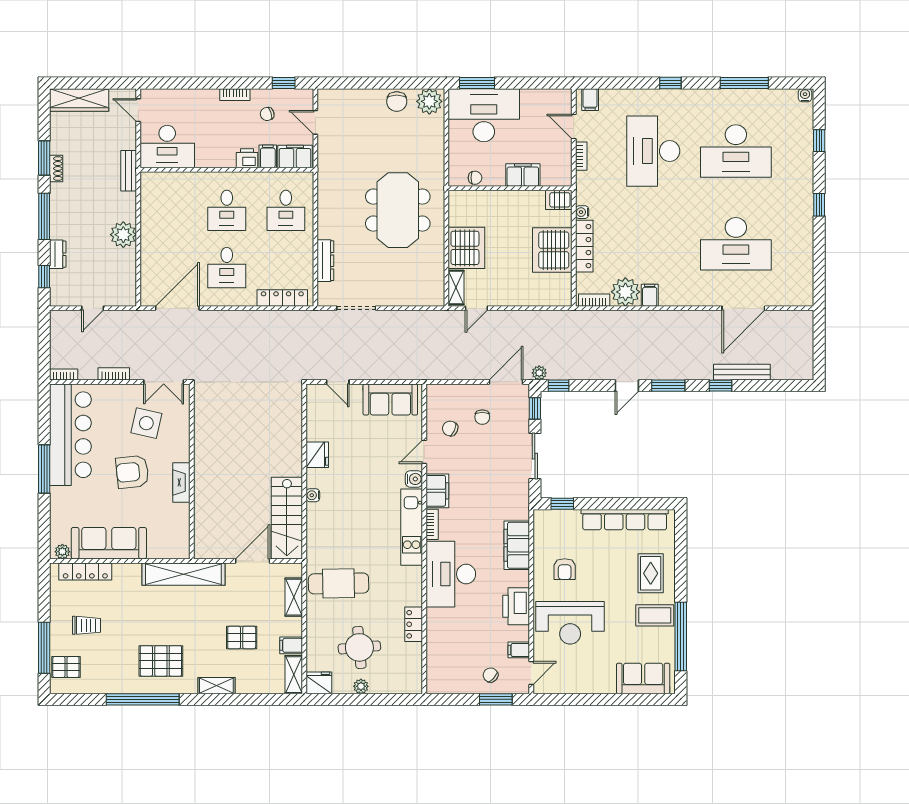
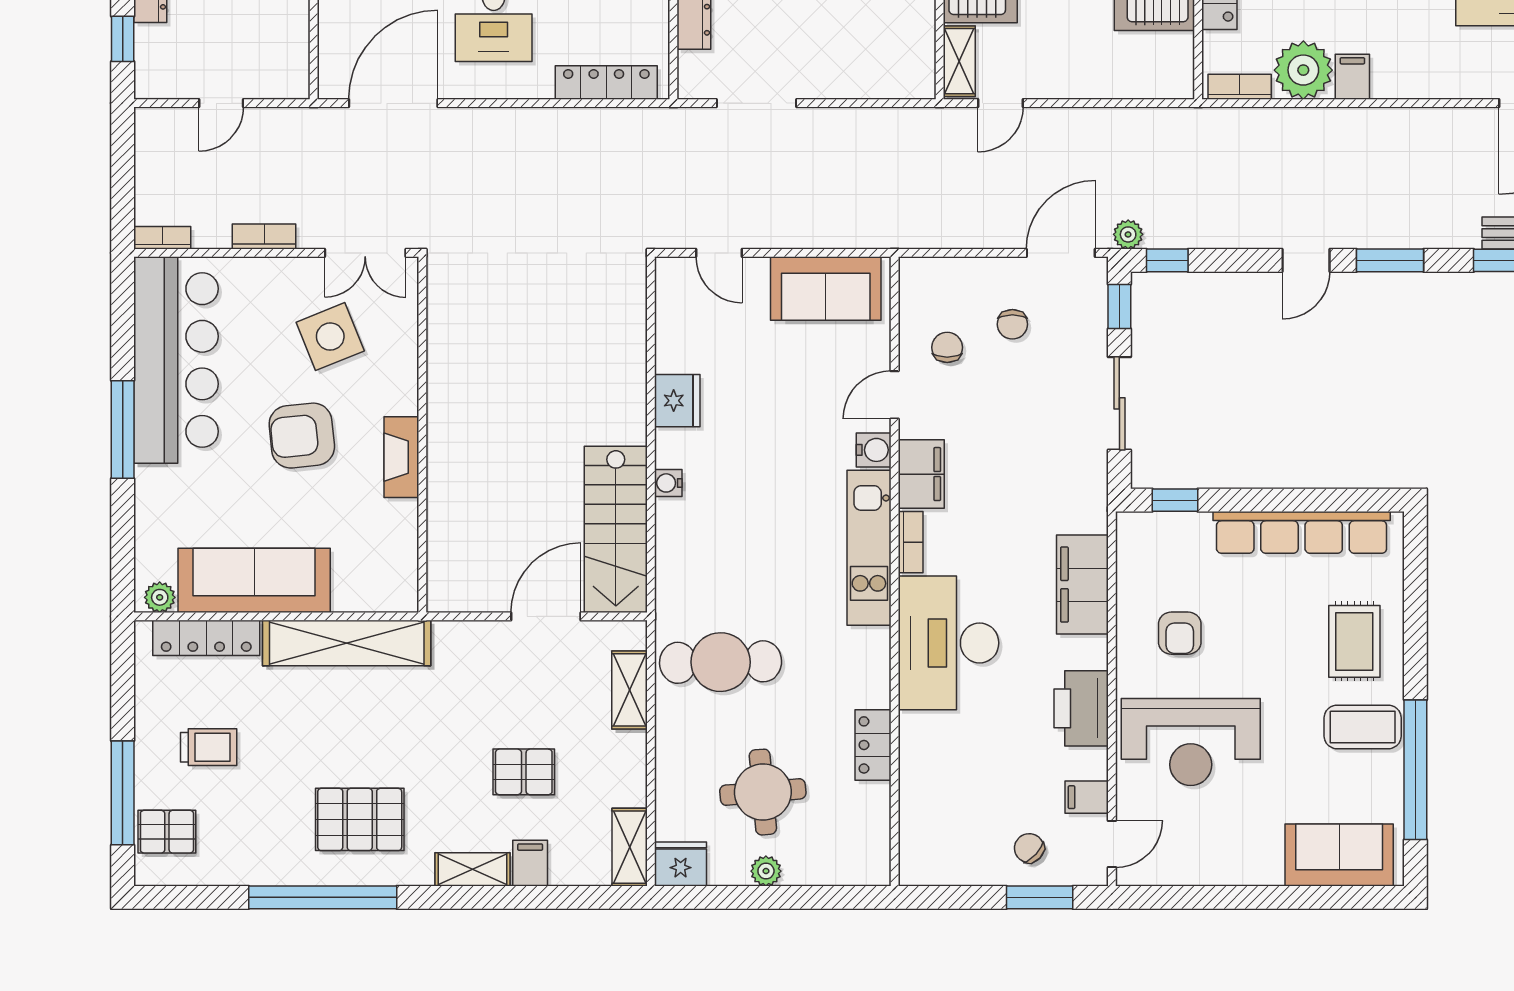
side table: (146, 423) -> (330, 337), turned -35
chair: (450, 428) -> (947, 347), turned 66
shelving: (183, 574) -> (347, 643), moved
filing cabinet: (291, 645) -> (530, 863), moved, turned 90

